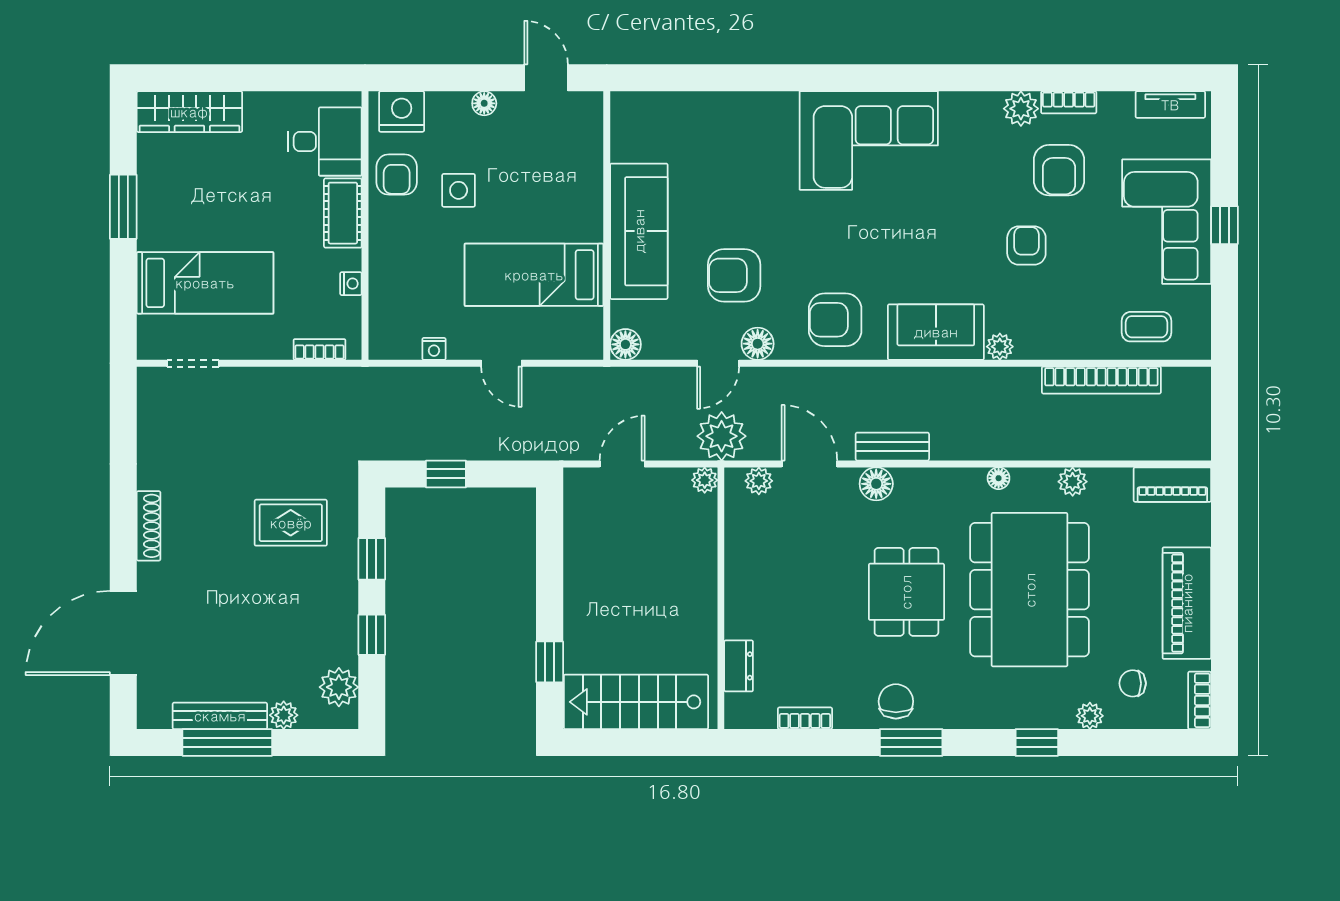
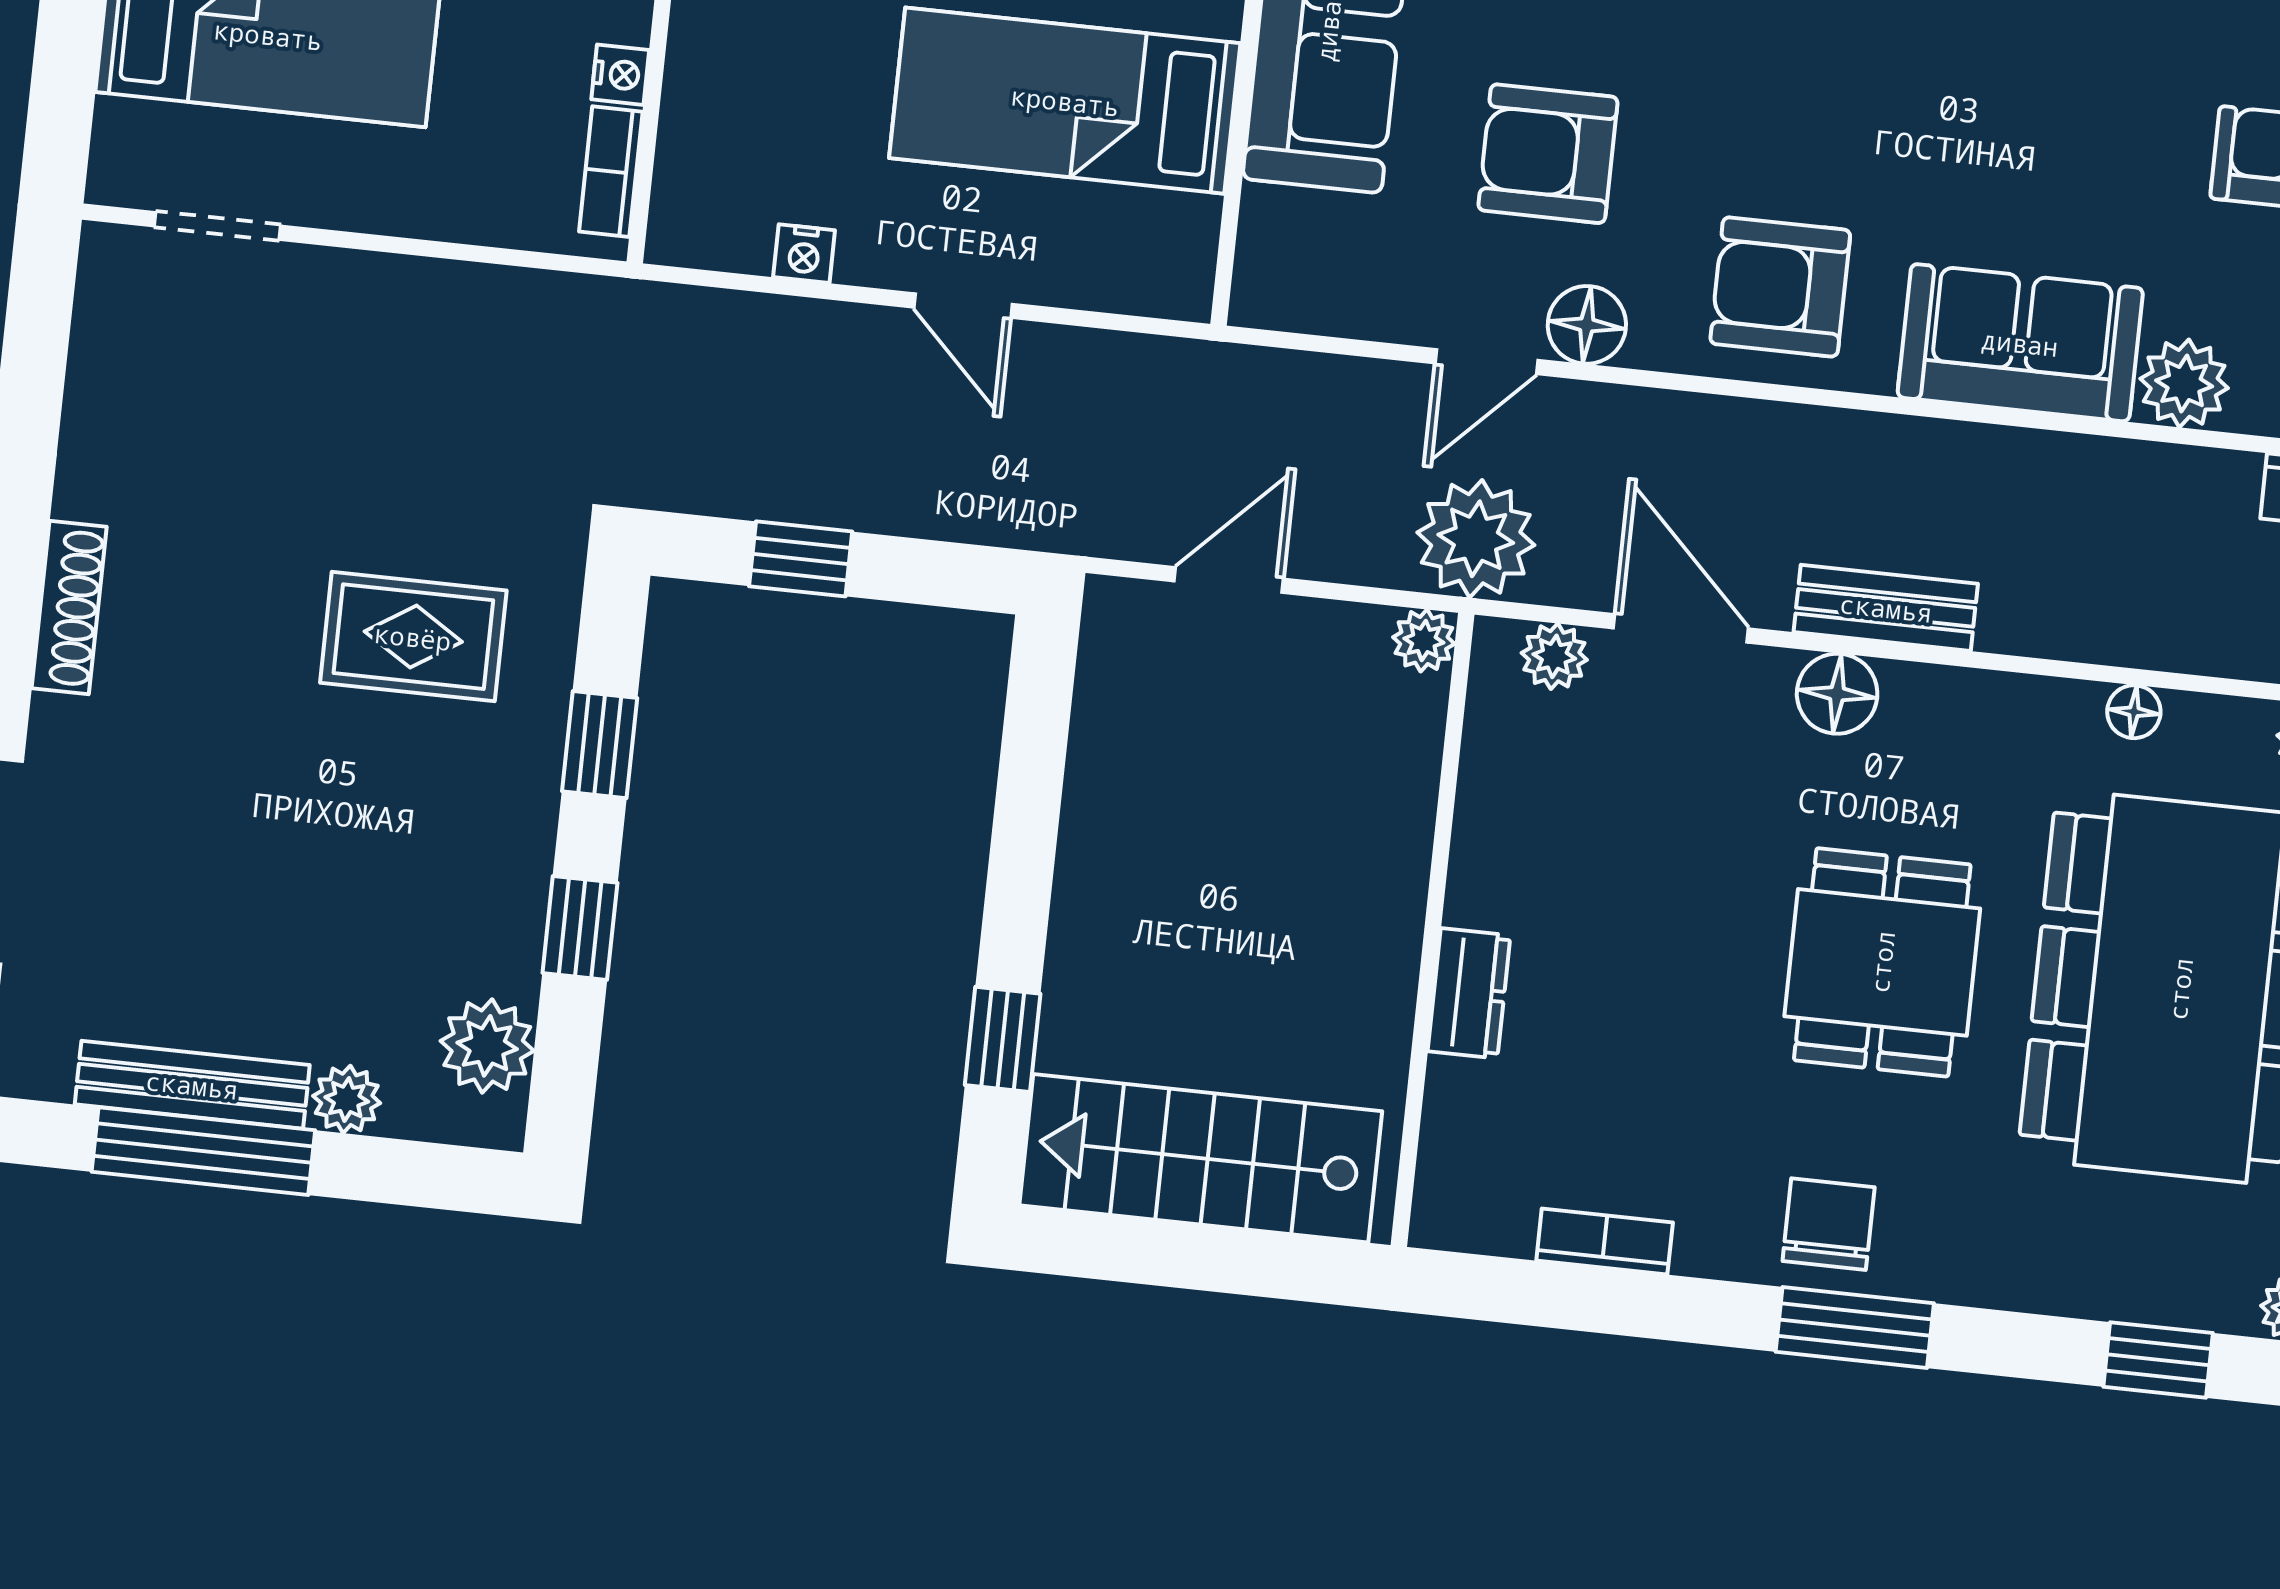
floor lamp: (625, 344) -> (1268, 292), removed
plant: (1000, 347) -> (2184, 383), width x1.38, depth x1.38
bookcase: (320, 349) -> (611, 172), moved, turned -90
dresser: (739, 666) -> (1469, 993), moved

